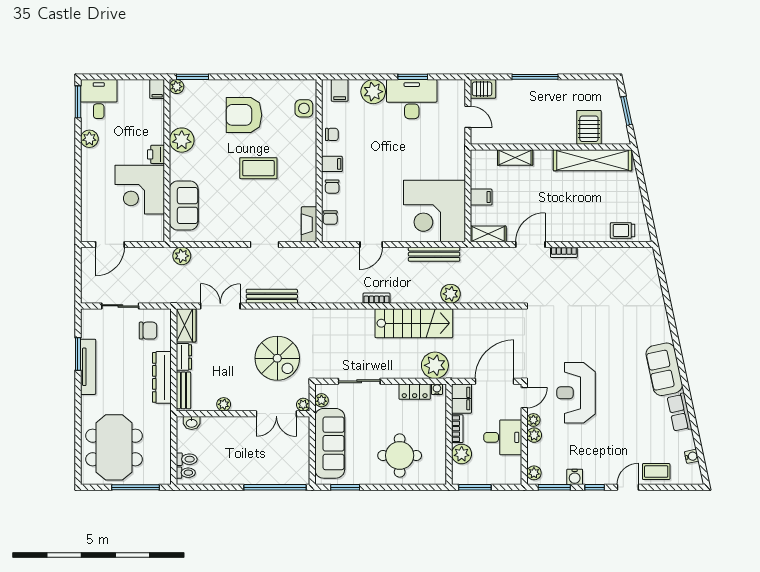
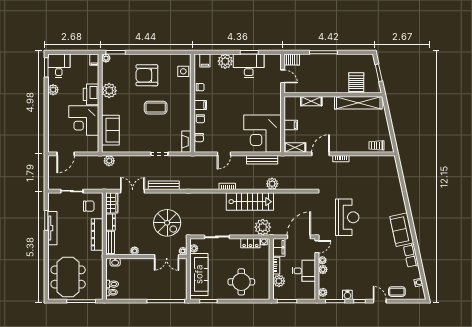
printer: (156, 154) -> (91, 94), width x1.87, depth x1.48
reception desk: (576, 393) -> (347, 217), moved, turned 180
door: (628, 487) -> (380, 301), hinge flipped

